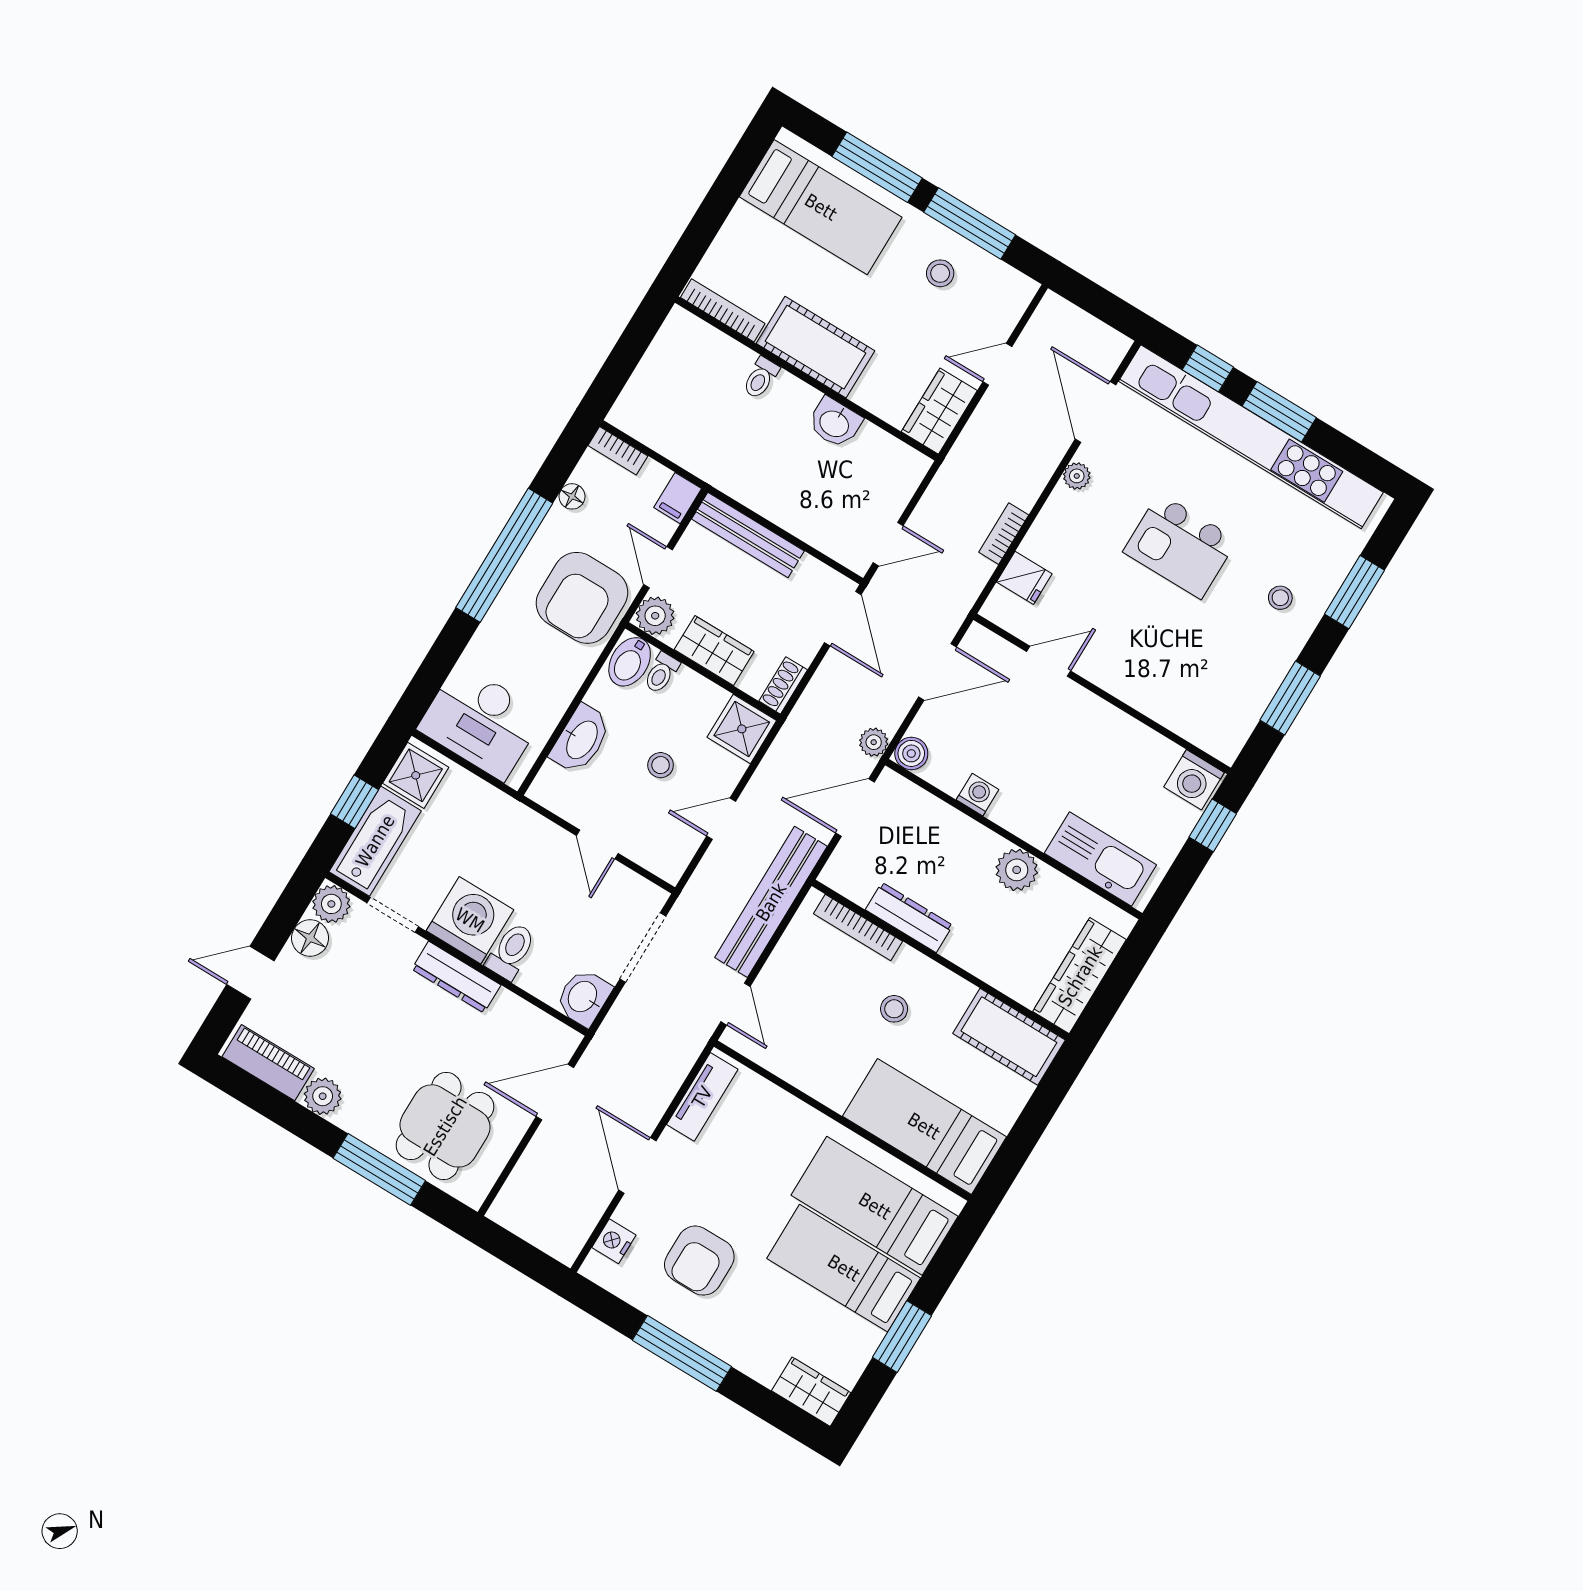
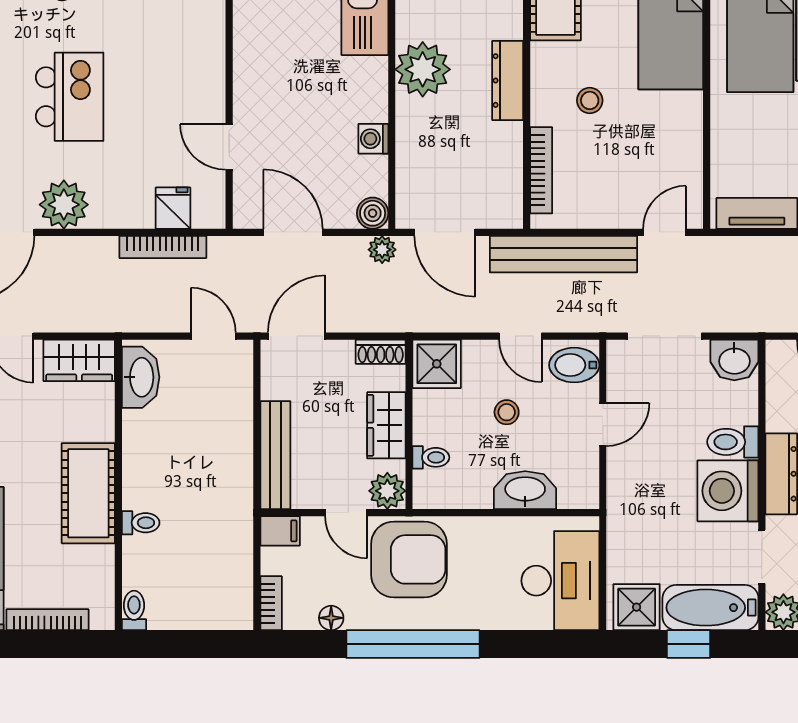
bookcase: (723, 310) -> (47, 620), moved, turned 90
toilet: (686, 324) -> (134, 610), added
washbasin: (835, 423) -> (141, 377), moved, width x1.38
plant: (1077, 476) -> (64, 205), width x1.87, depth x1.87
bookcase: (1004, 534) -> (163, 247), width x1.56
door: (658, 567) -> (346, 513), hinge flipped
bidet: (630, 662) -> (574, 365), moved, turned 180
plant: (1017, 870) -> (423, 69), width x1.36, depth x1.36
dresser: (909, 917) -> (508, 81), moved

